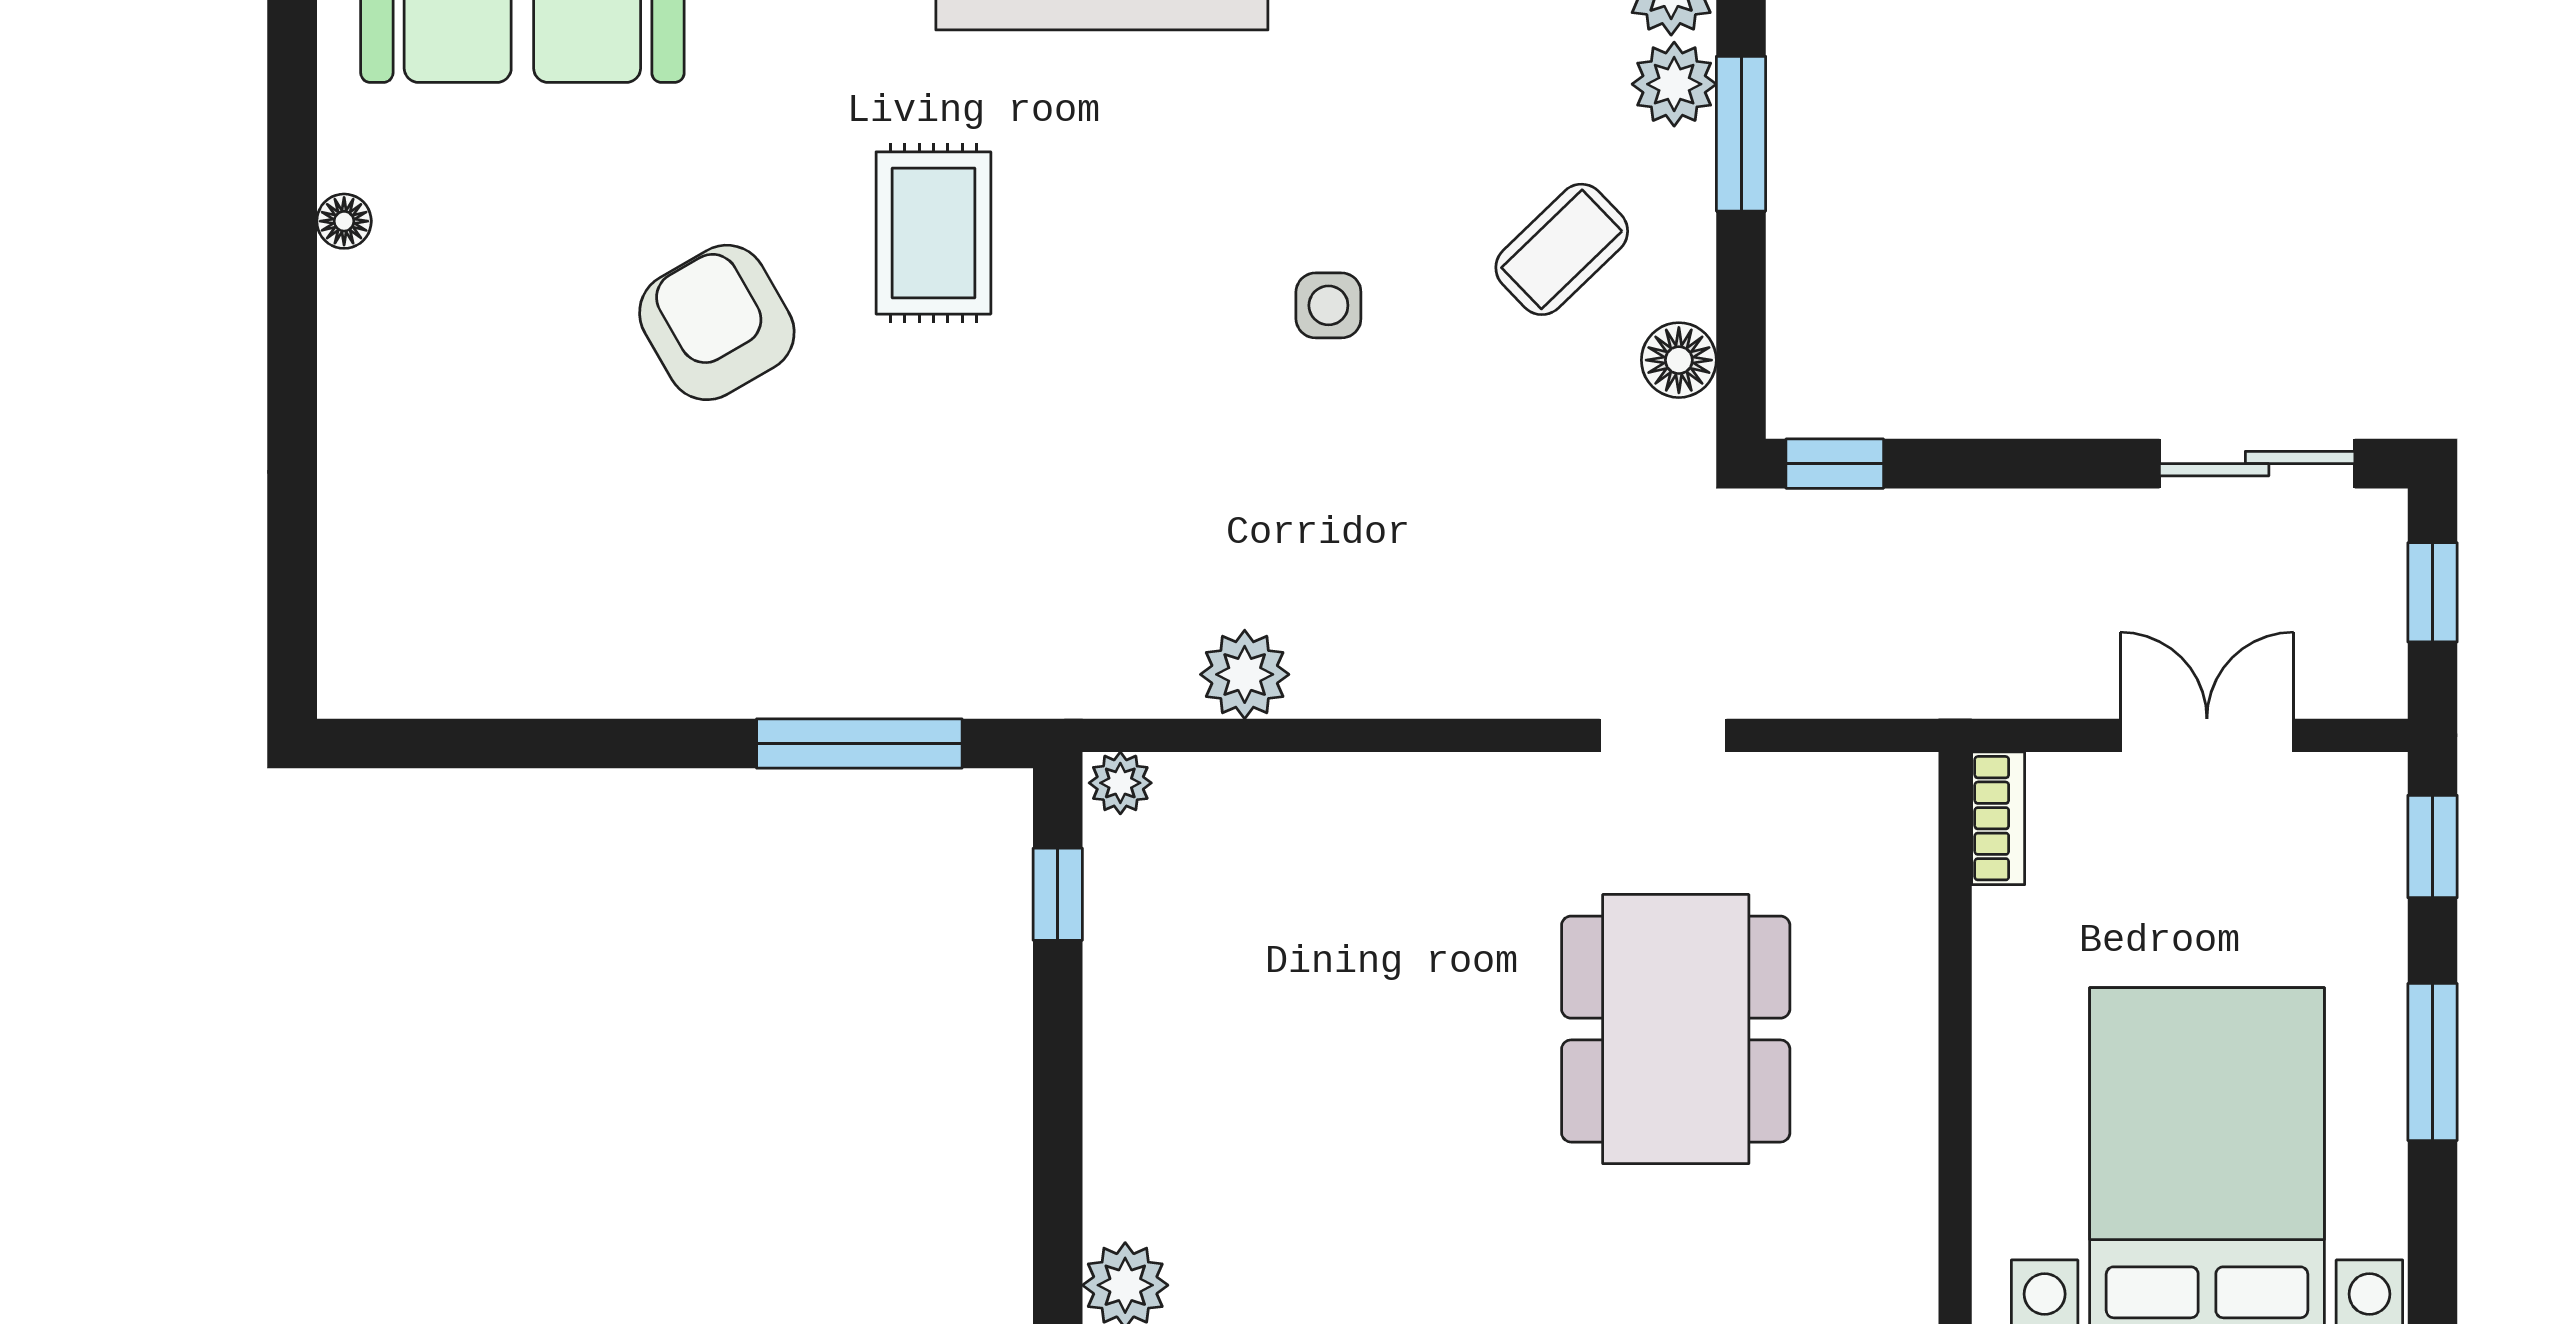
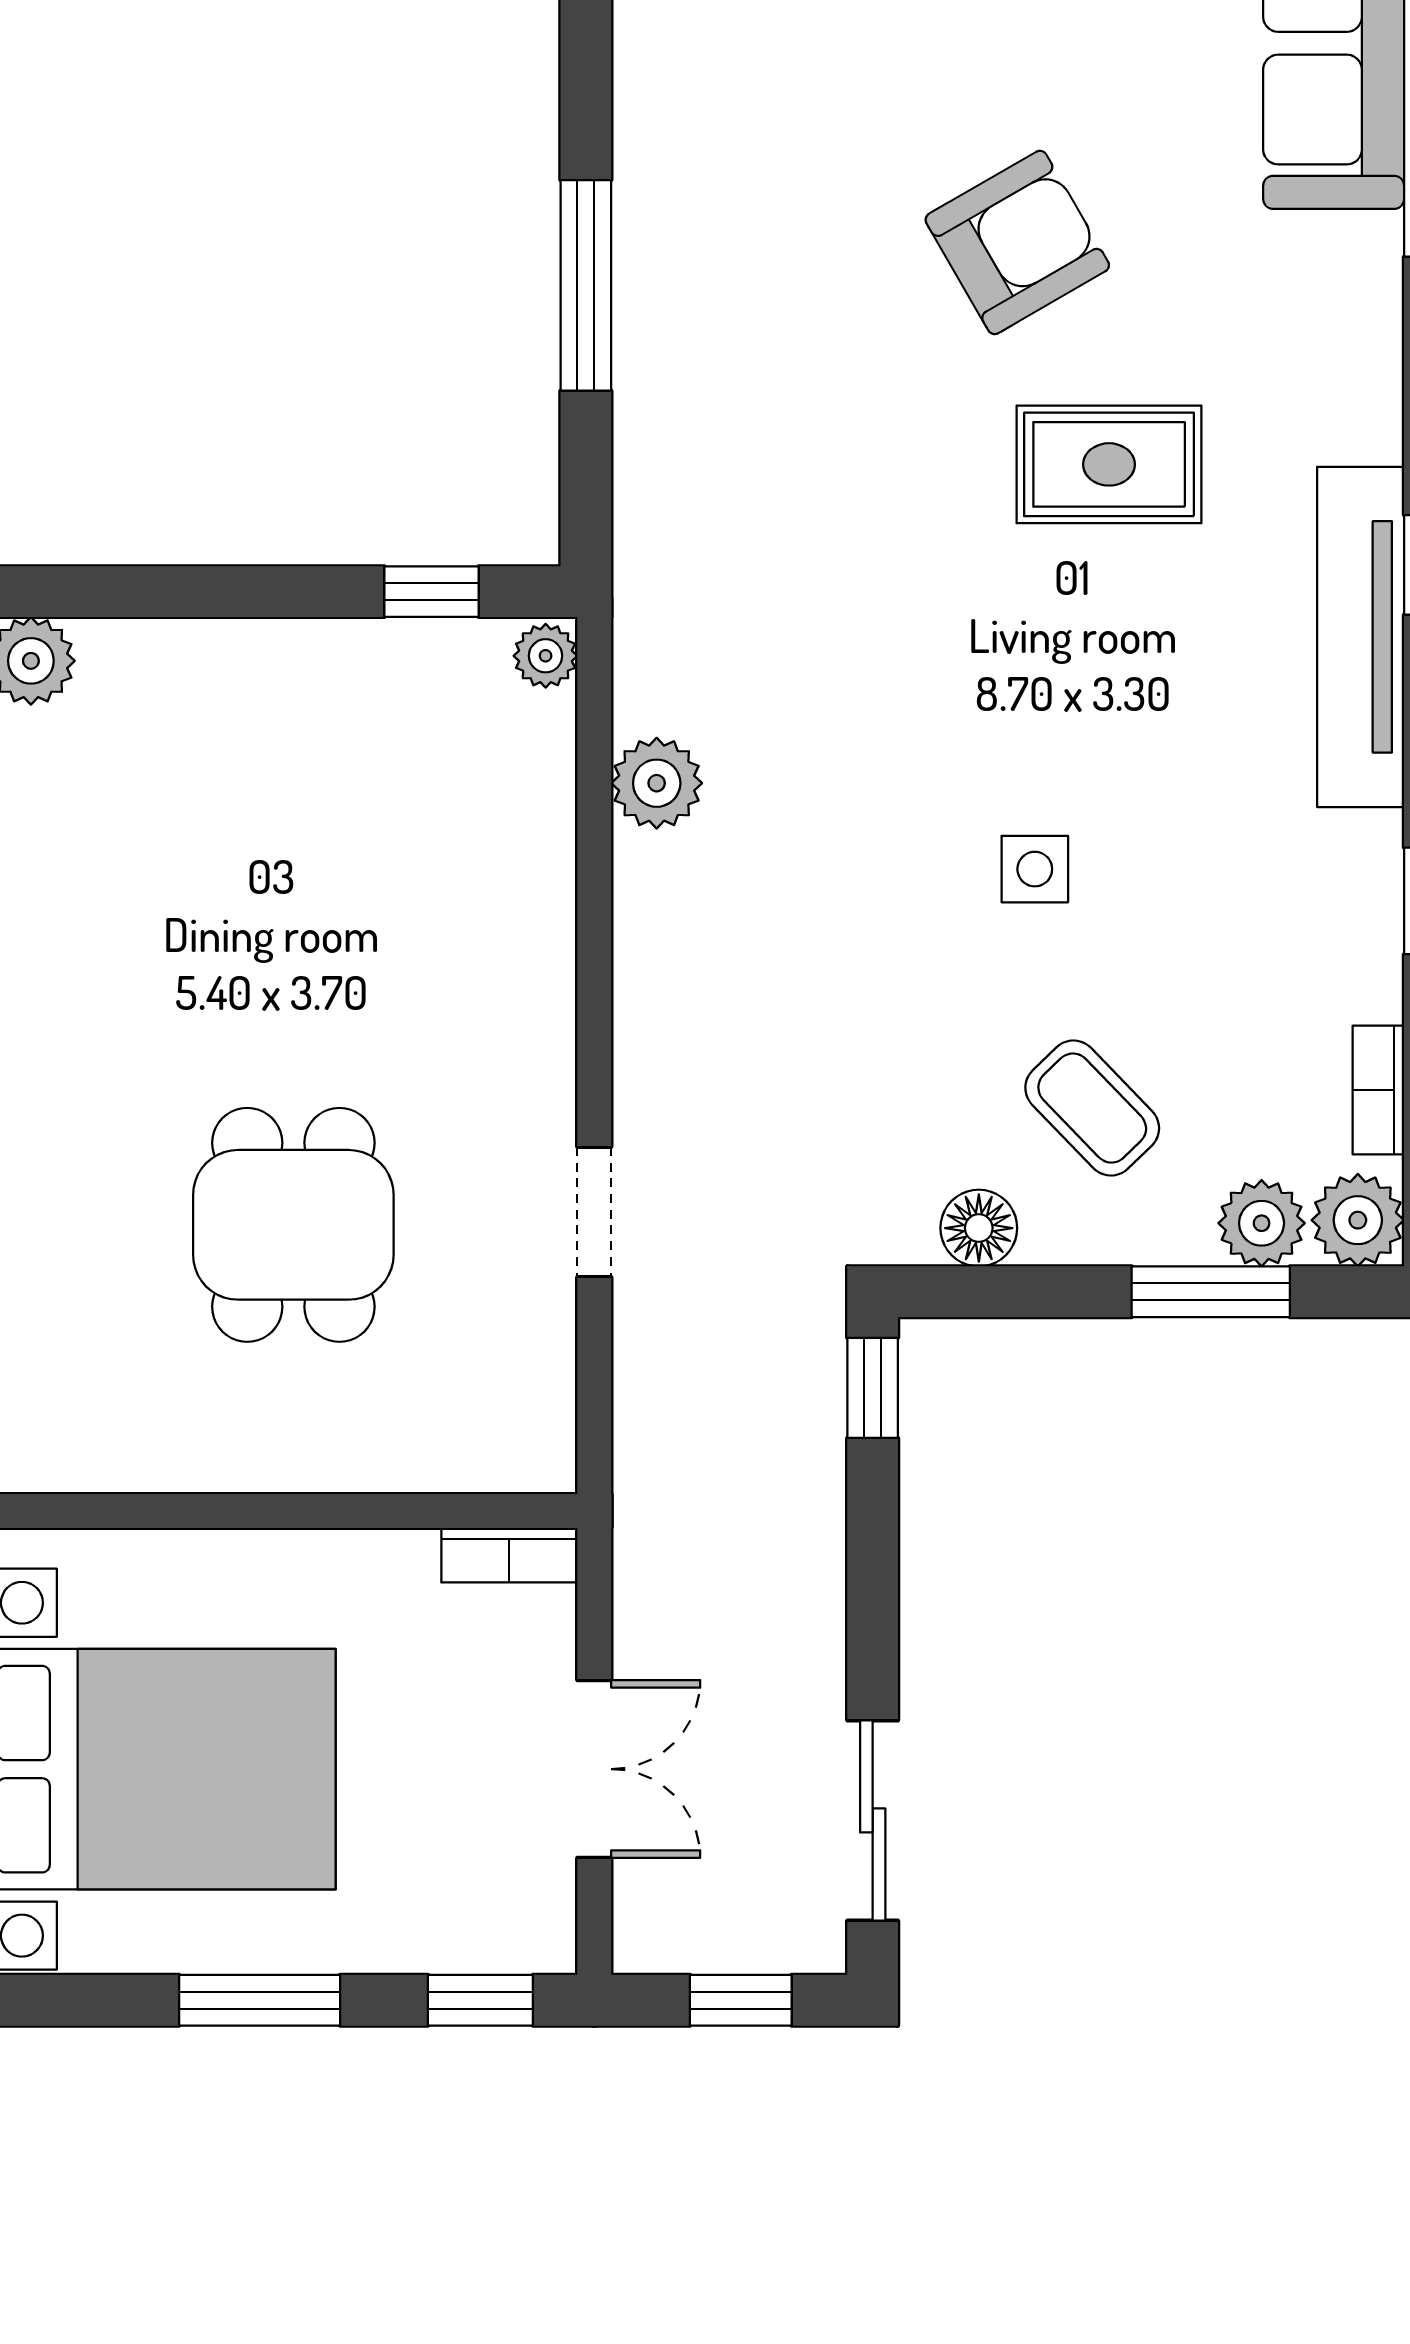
window: (859, 744) -> (586, 285), moved
dining table: (1676, 1029) -> (293, 1225), width x0.73

